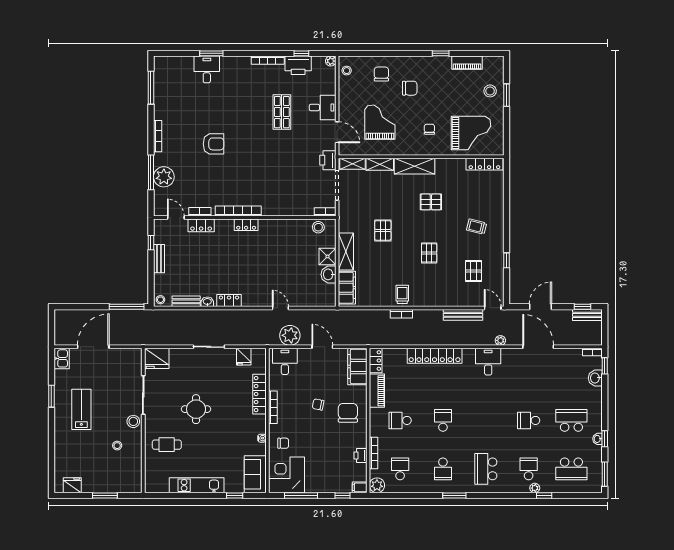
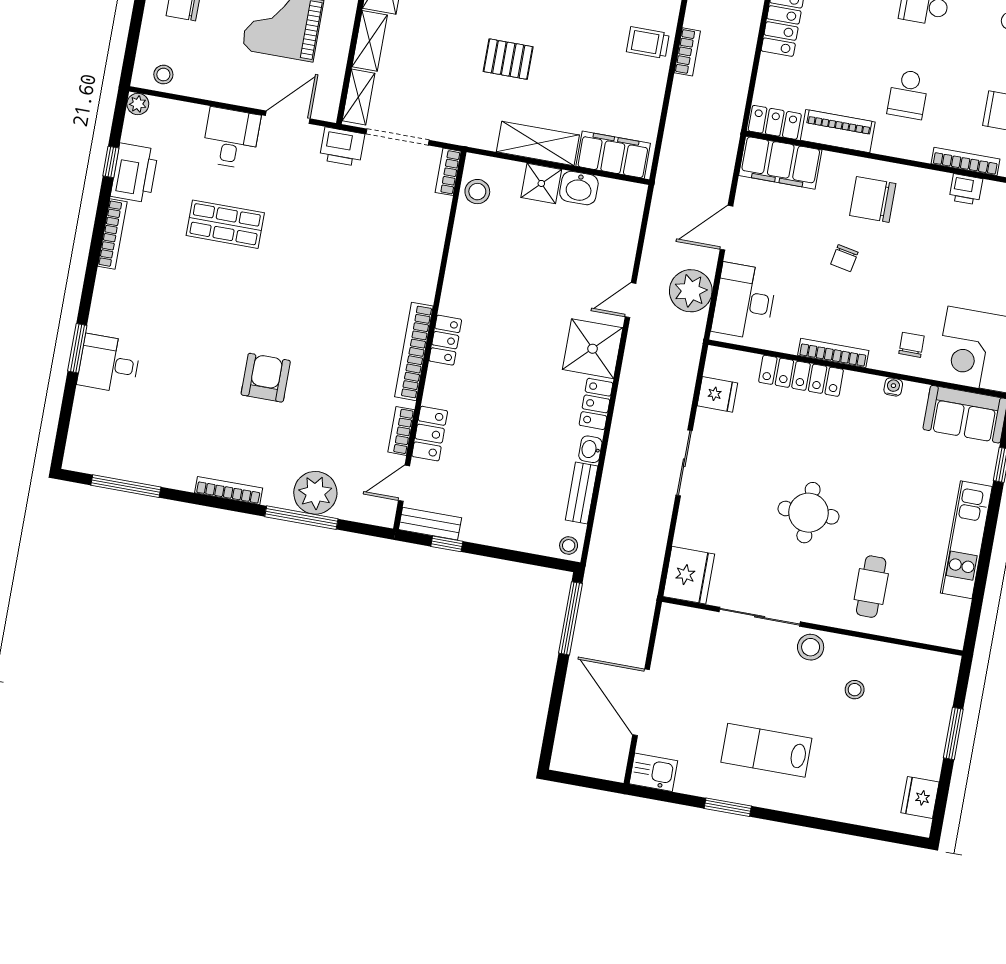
bench: (159, 259) -> (430, 524), moved
shower: (254, 294) -> (593, 349), added
desk: (285, 361) -> (744, 301), width x1.37

